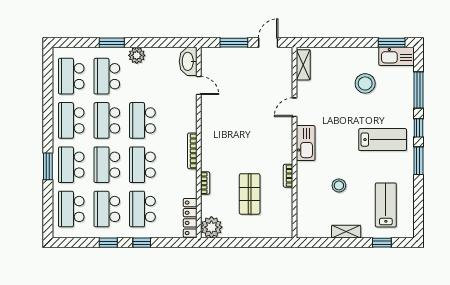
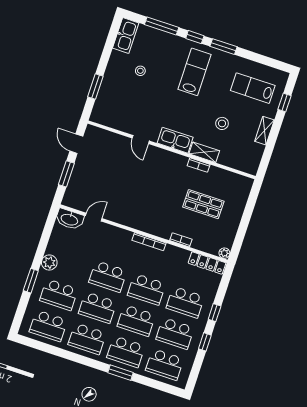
window: (392, 43) -> (95, 87), moved
shelving: (303, 65) -> (204, 152), moved
stool: (365, 83) -> (140, 71), width x0.53, depth x0.53
plant: (211, 227) -> (224, 253), width x0.53, depth x0.53

